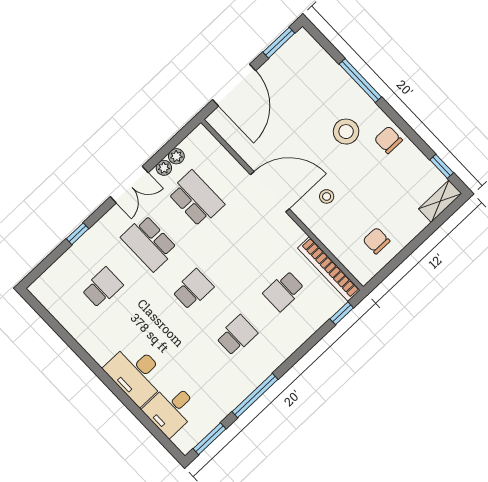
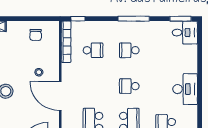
desk: (136, 374) -> (185, 89), moved
window: (255, 396) -> (134, 19), moved
desk: (171, 409) -> (185, 33), moved

